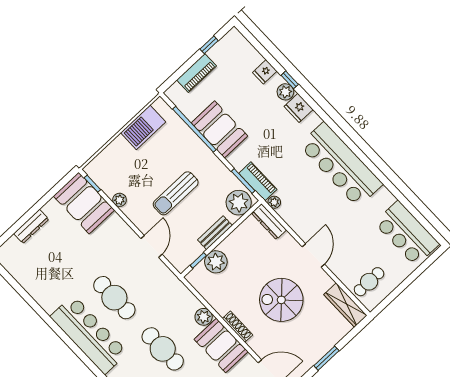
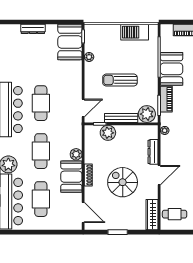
piano: (258, 181) -> (166, 99), moved
dresser: (269, 222) -> (153, 152), moved
bench: (215, 233) -> (121, 118), width x1.36
door: (152, 246) -> (83, 108), moved

